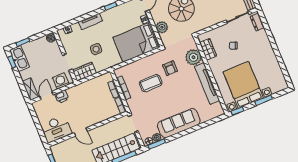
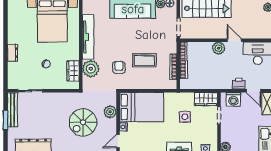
dresser: (257, 22) -> (13, 53), moved
door: (47, 96) -> (254, 91), hinge flipped
plant: (91, 120) -> (219, 48), added

